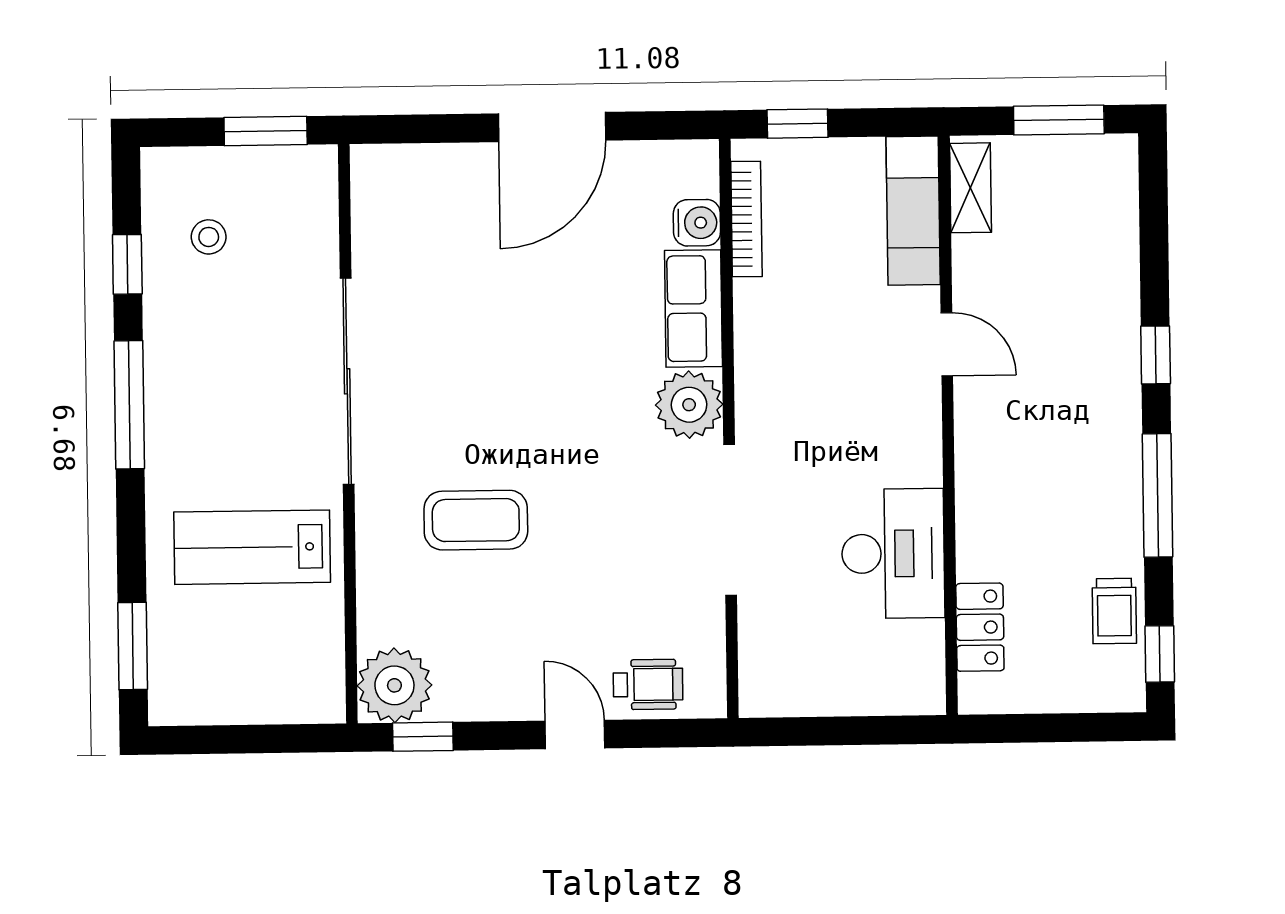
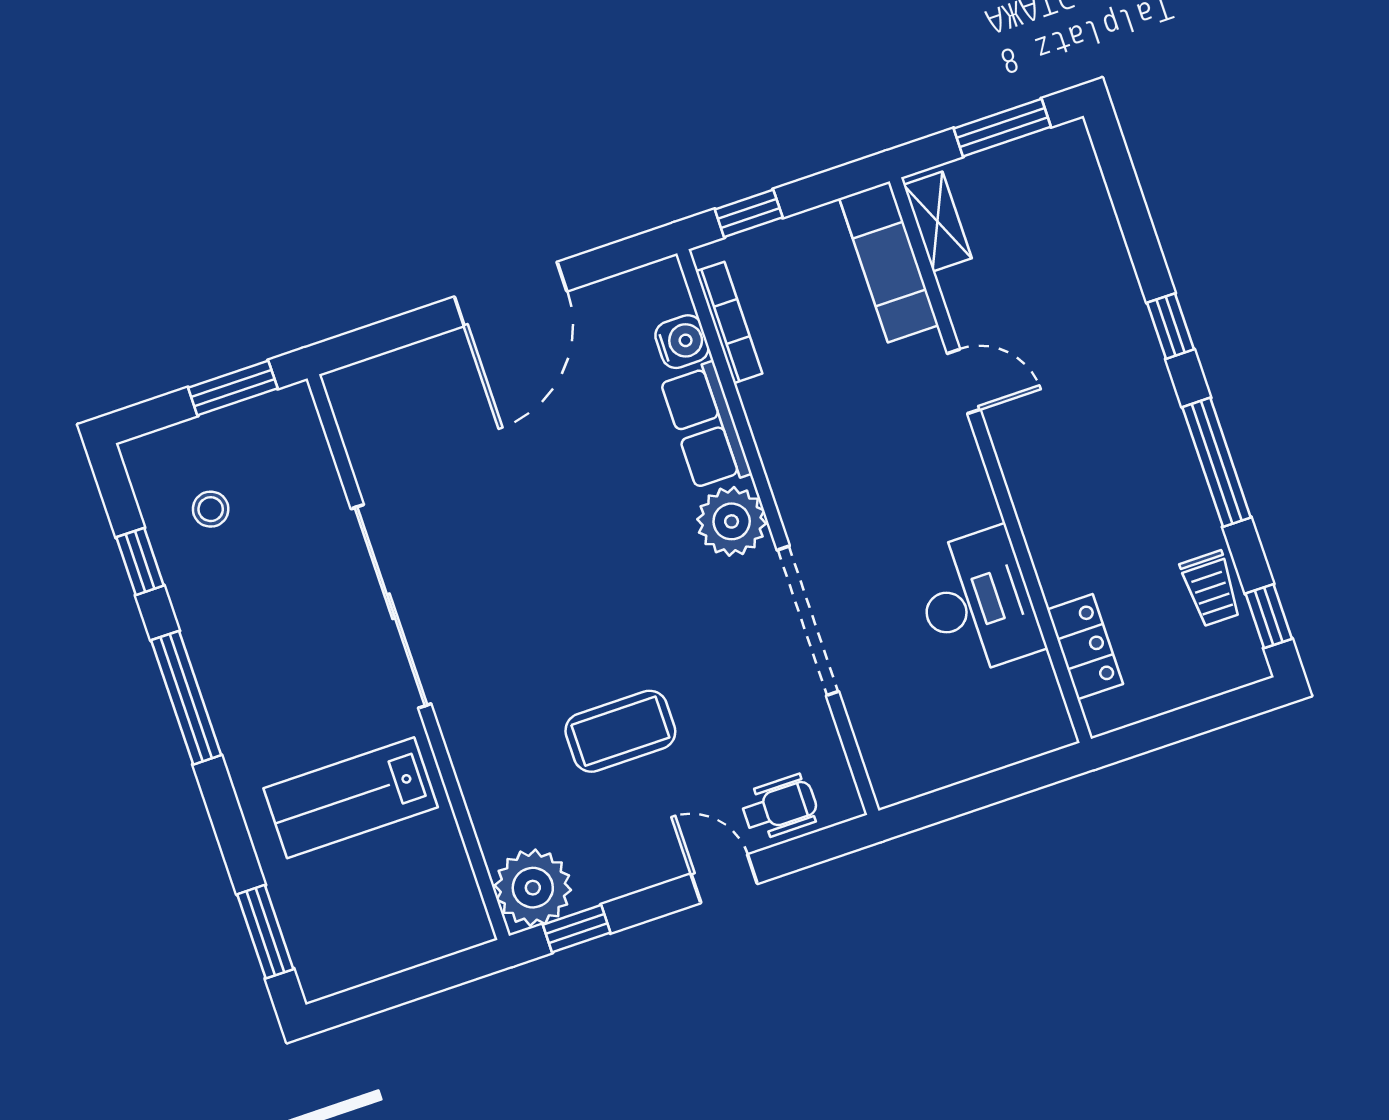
coffee table: (476, 520) -> (620, 731), moved

